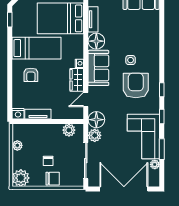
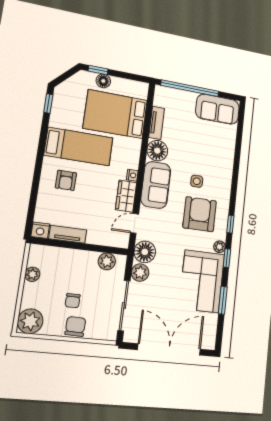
plant: (155, 164) -> (219, 247), moved
chair: (53, 179) -> (75, 326), turned -88

